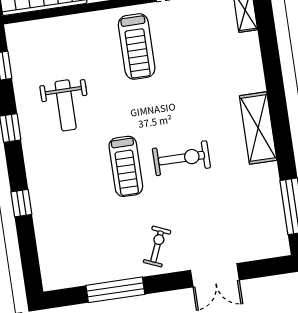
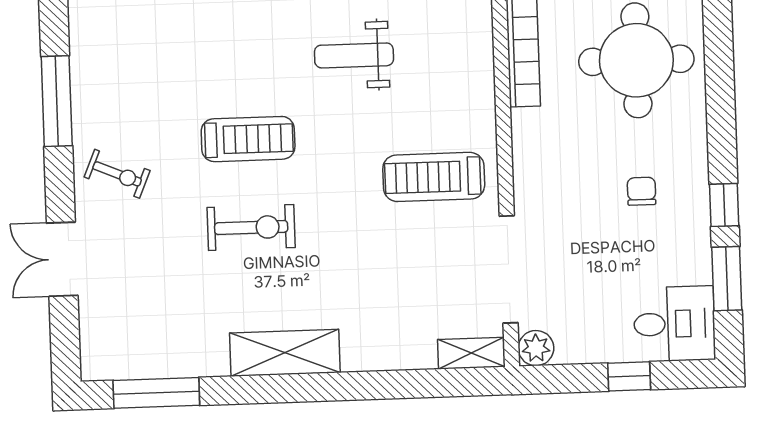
exercise bike: (181, 158) -> (251, 228), turned -90
treadmill: (126, 166) -> (248, 139), turned 180

